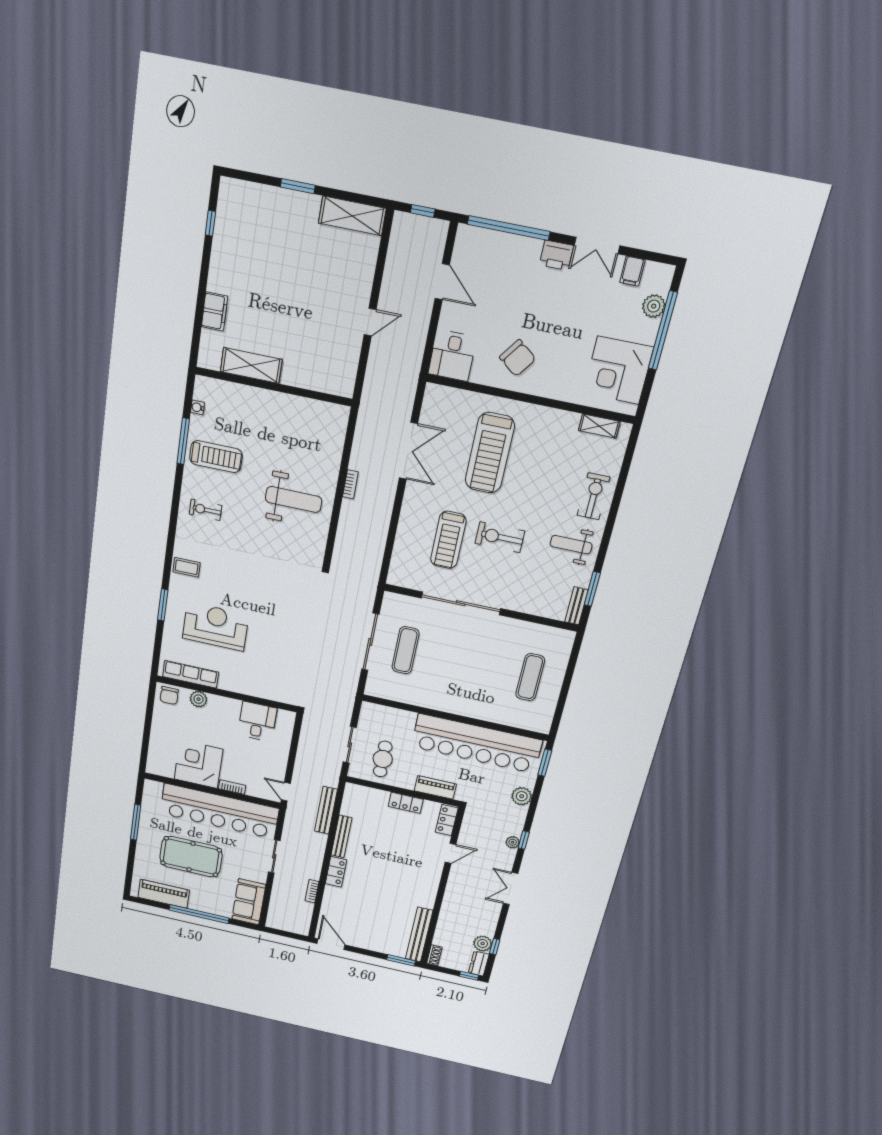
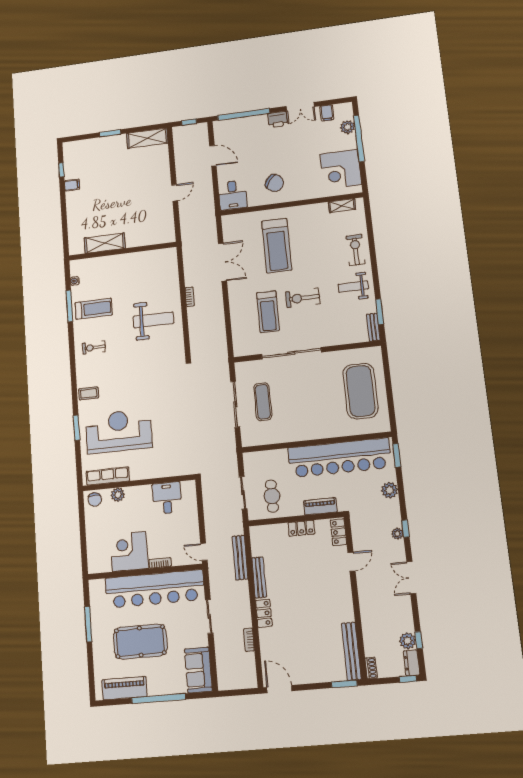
filing cabinet: (215, 311) -> (72, 185), moved, width x0.50
reception desk: (215, 626) -> (119, 431), width x1.36, depth x1.30
exercise mat: (530, 677) -> (360, 391), width x2.00, depth x1.45

